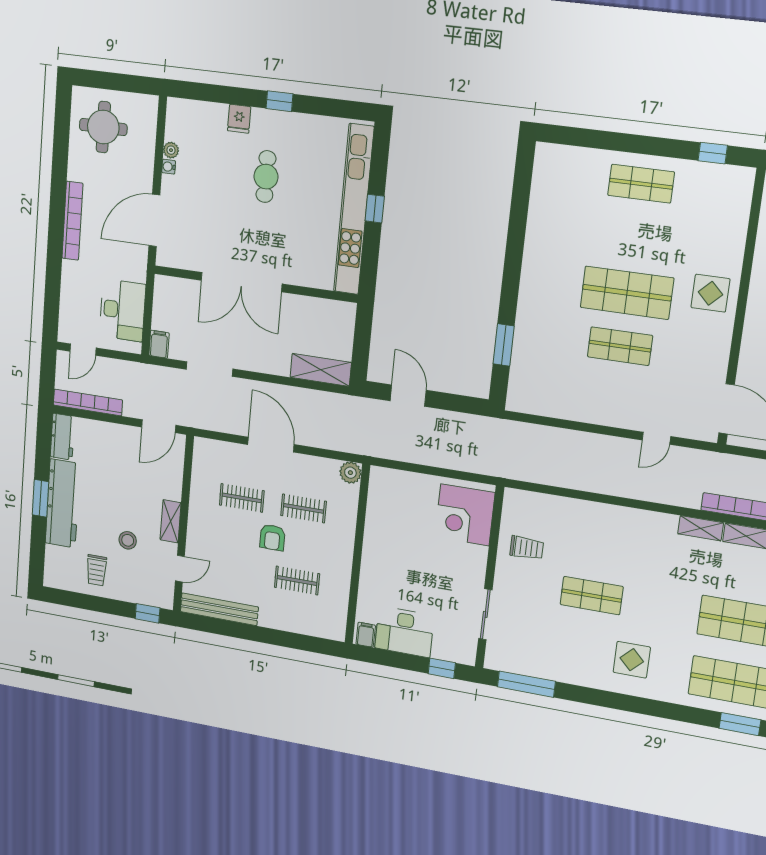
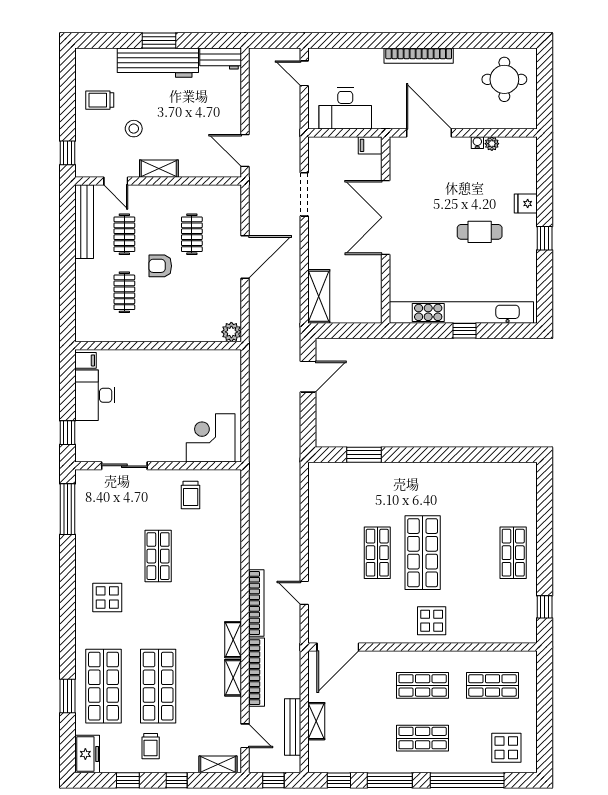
filing cabinet: (159, 344) -> (370, 145), moved, turned 180
bookcase: (88, 403) -> (256, 603), moved
clothes rail: (304, 508) -> (124, 234), moved

